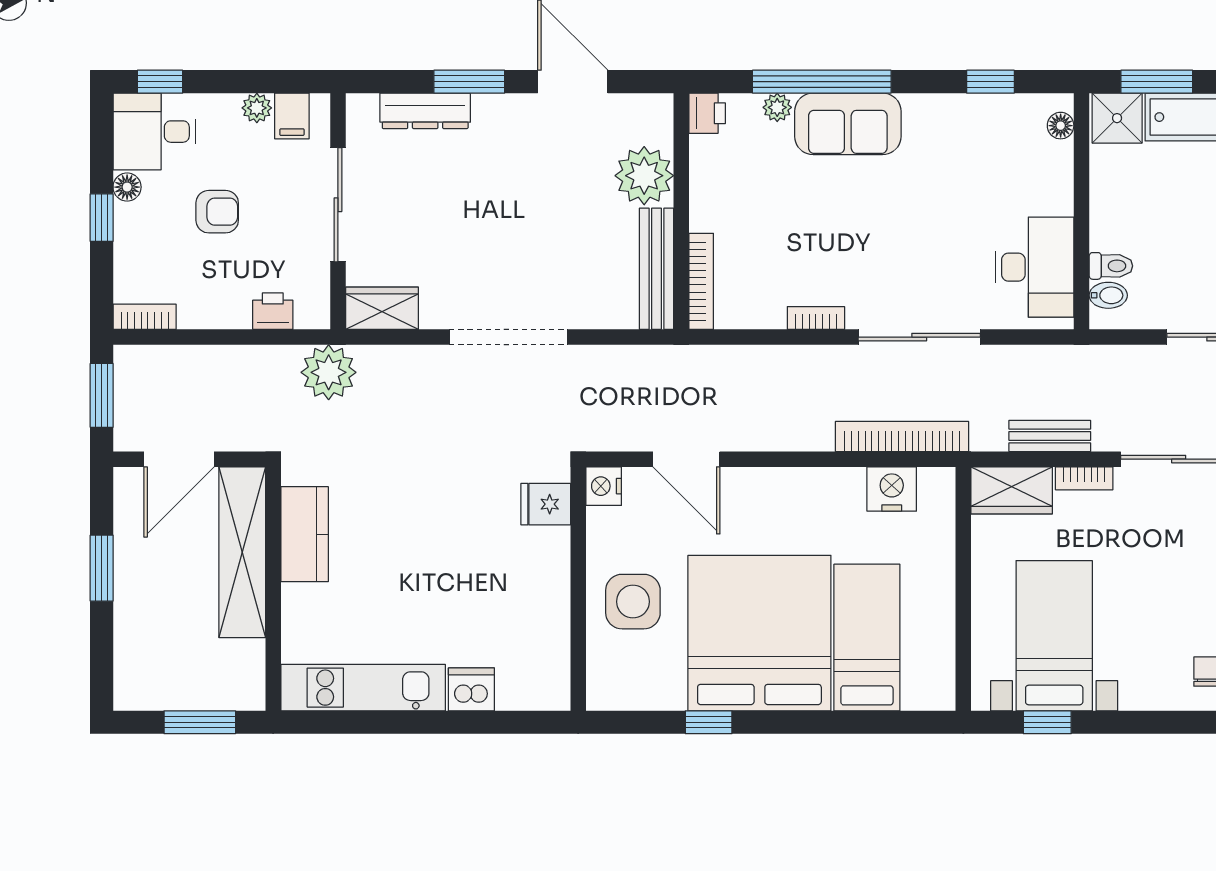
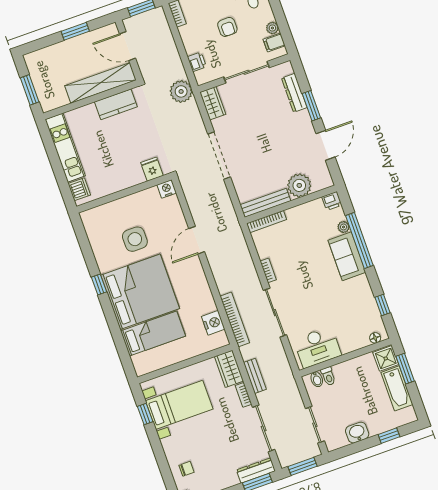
nightstand: (604, 486) -> (167, 189), moved
fridge: (546, 504) -> (152, 169), moved
wall: (578, 589) -> (124, 193), moved

